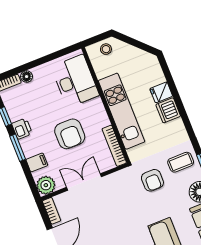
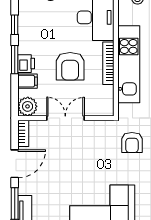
printer: (22, 129) -> (26, 64), moved
bookcase: (114, 146) -> (108, 63), moved

